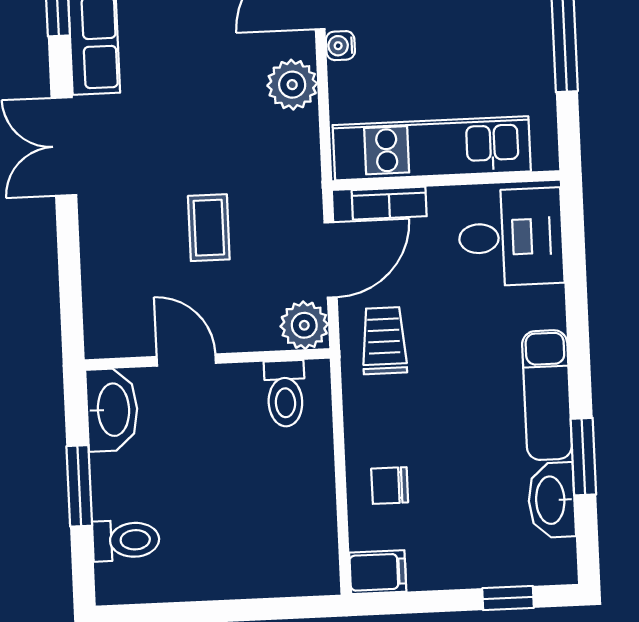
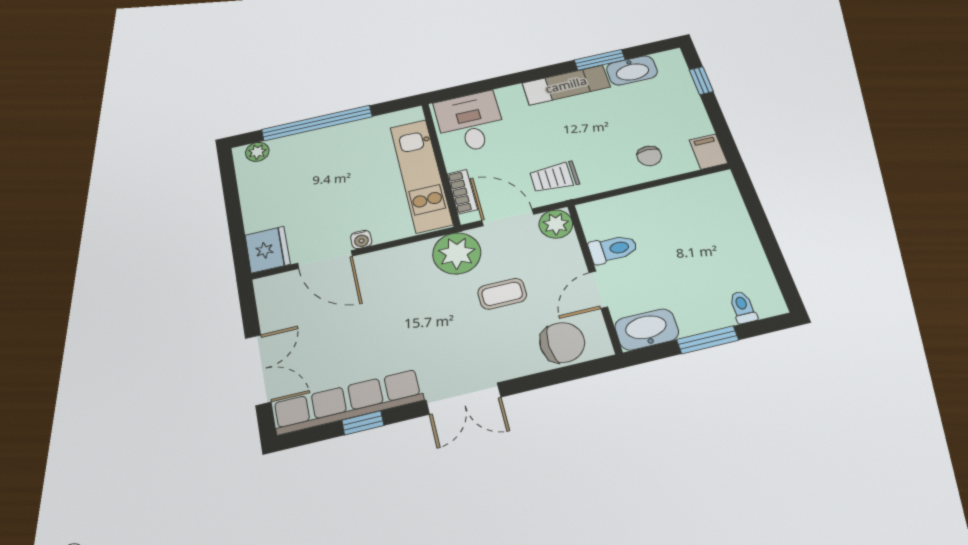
plant: (292, 85) -> (457, 253), moved, width x1.36, depth x1.36
chair: (117, 293) -> (562, 342), added
toilet: (285, 394) -> (613, 249), moved
toilet: (126, 540) -> (743, 307), width x0.73, depth x0.72

